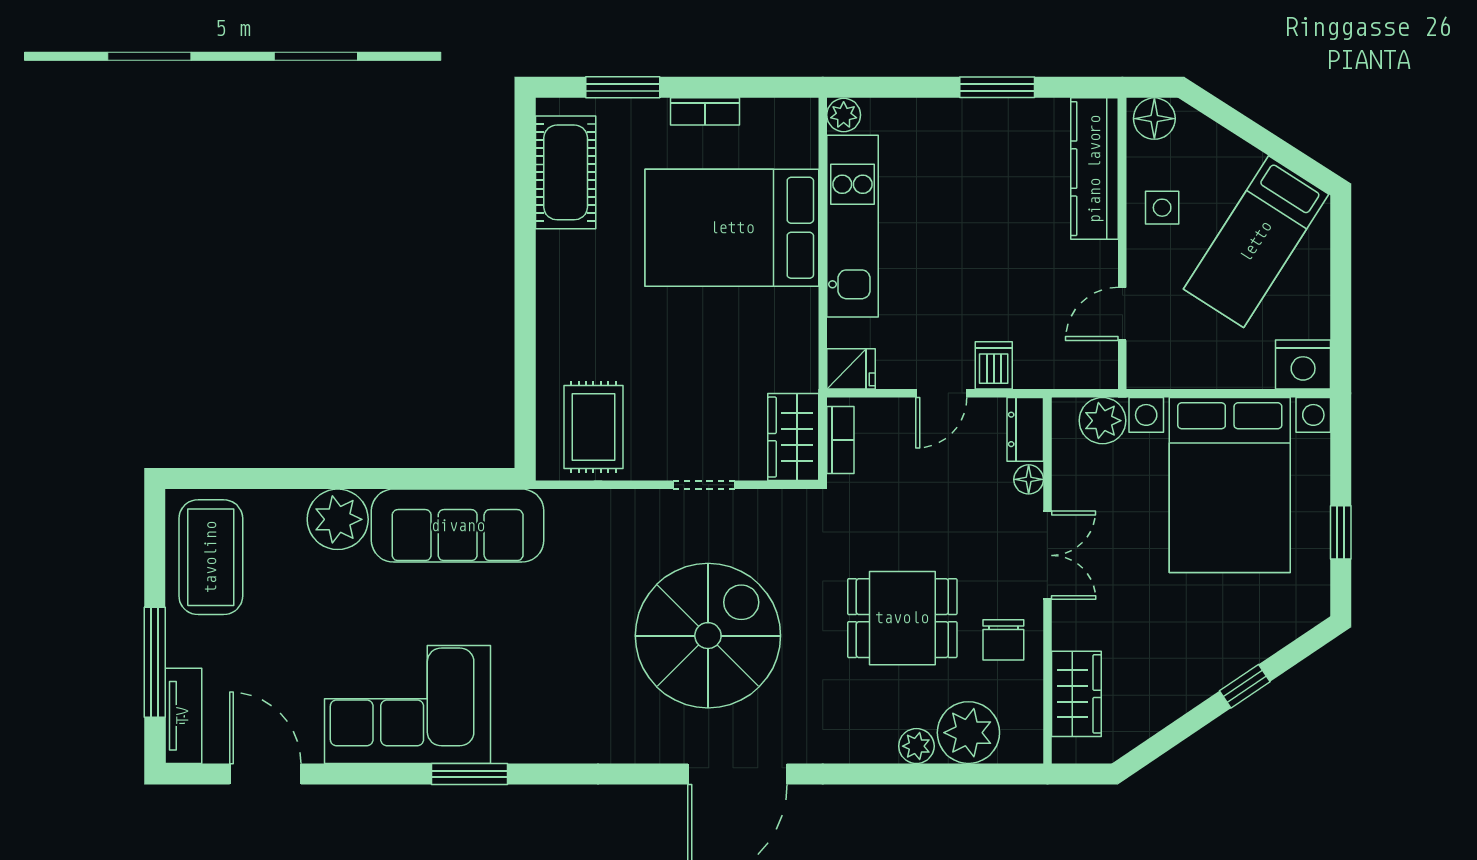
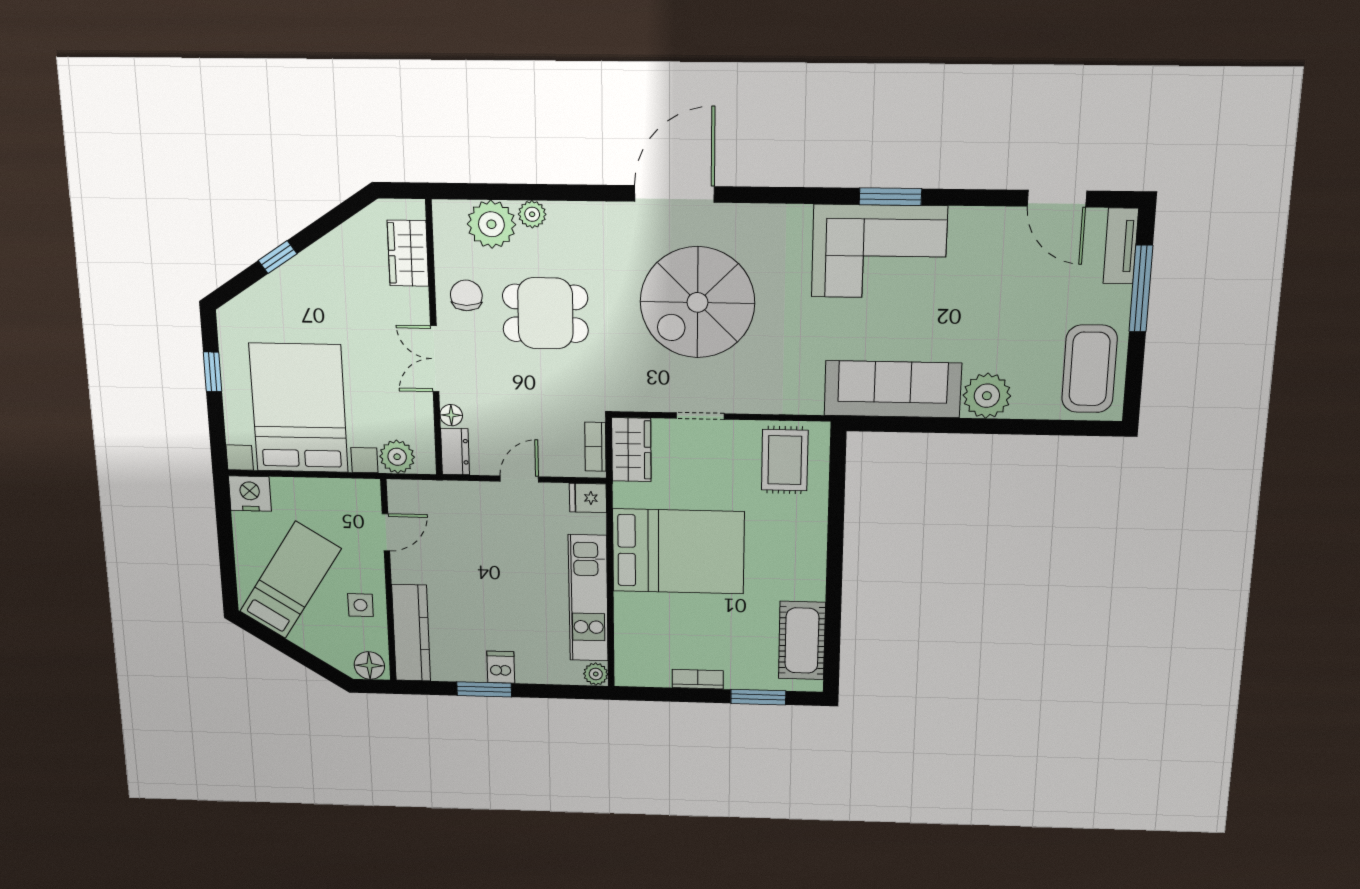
bed: (732, 228) -> (678, 551), moved
dishwasher: (994, 365) -> (501, 667), moved, turned 180
corner sofa: (408, 705) -> (879, 252), moved

